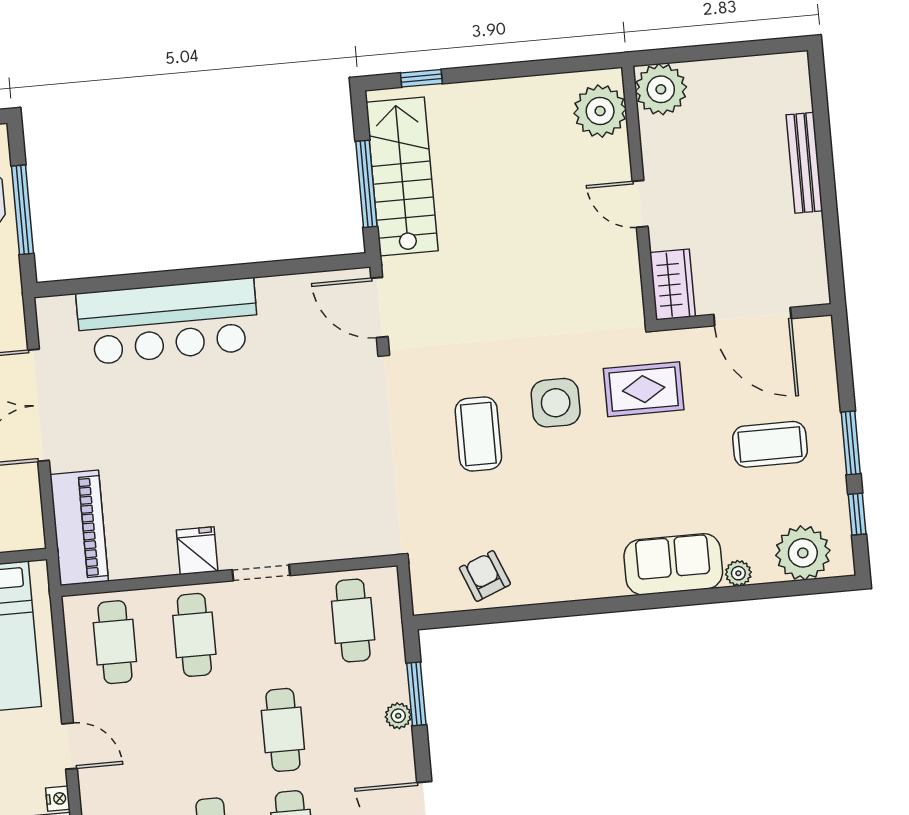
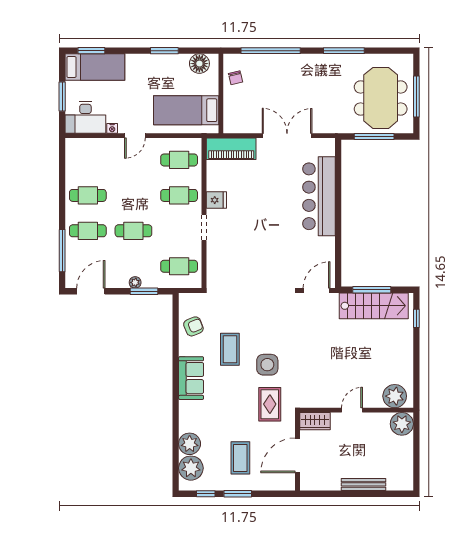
coffee table: (478, 434) -> (230, 349), moved, turned 90
sofa: (673, 564) -> (191, 378), moved
plant: (738, 573) -> (190, 444), width x1.87, depth x1.87

